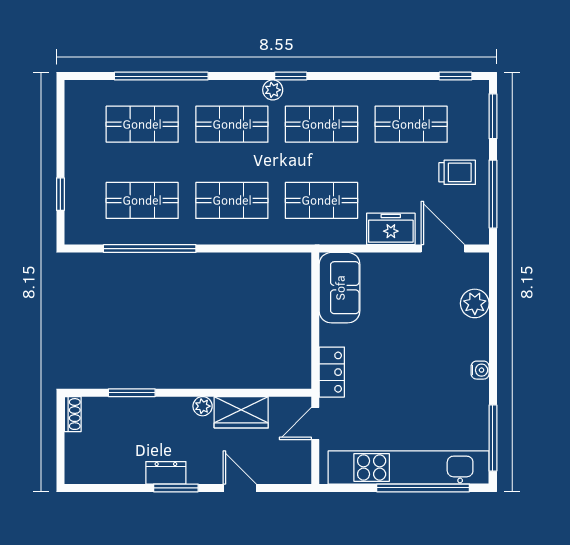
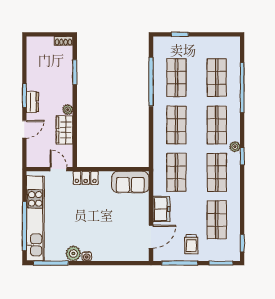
plant: (475, 303) -> (73, 253), moved
dresser: (166, 473) -> (32, 102), moved

